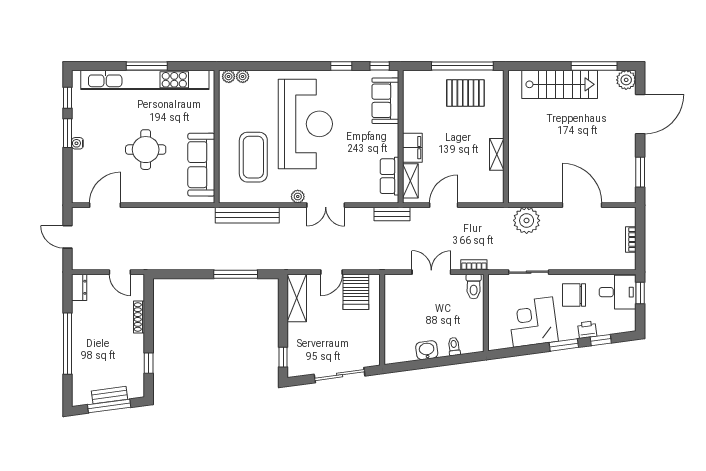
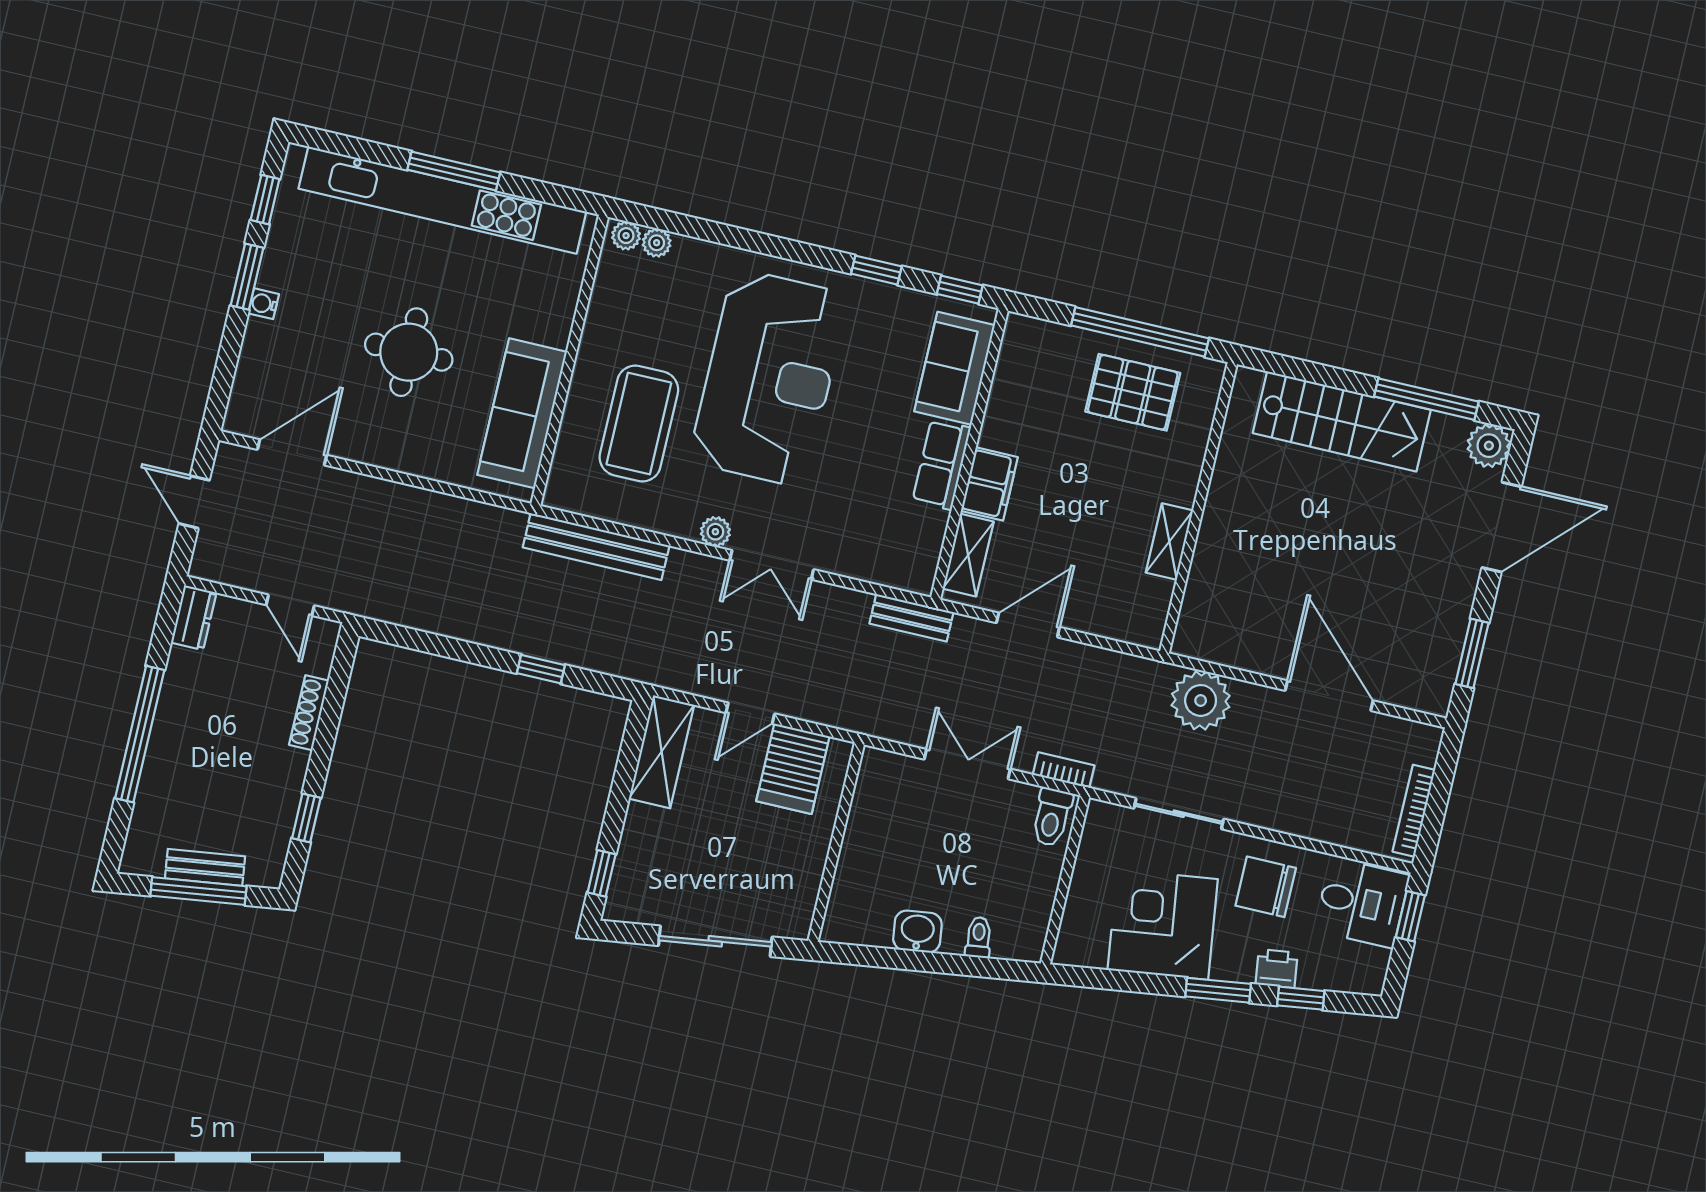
row of seats: (389, 176) -> (942, 464), moved
bookcase: (631, 240) -> (1414, 811), width x1.56
window: (236, 274) -> (541, 669), width x0.46

